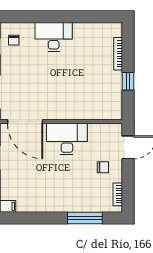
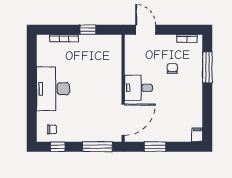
desk: (54, 37) -> (53, 89), width x1.36, depth x1.30
desk: (67, 139) -> (139, 88), width x0.73
chair: (103, 167) -> (172, 68), moved

